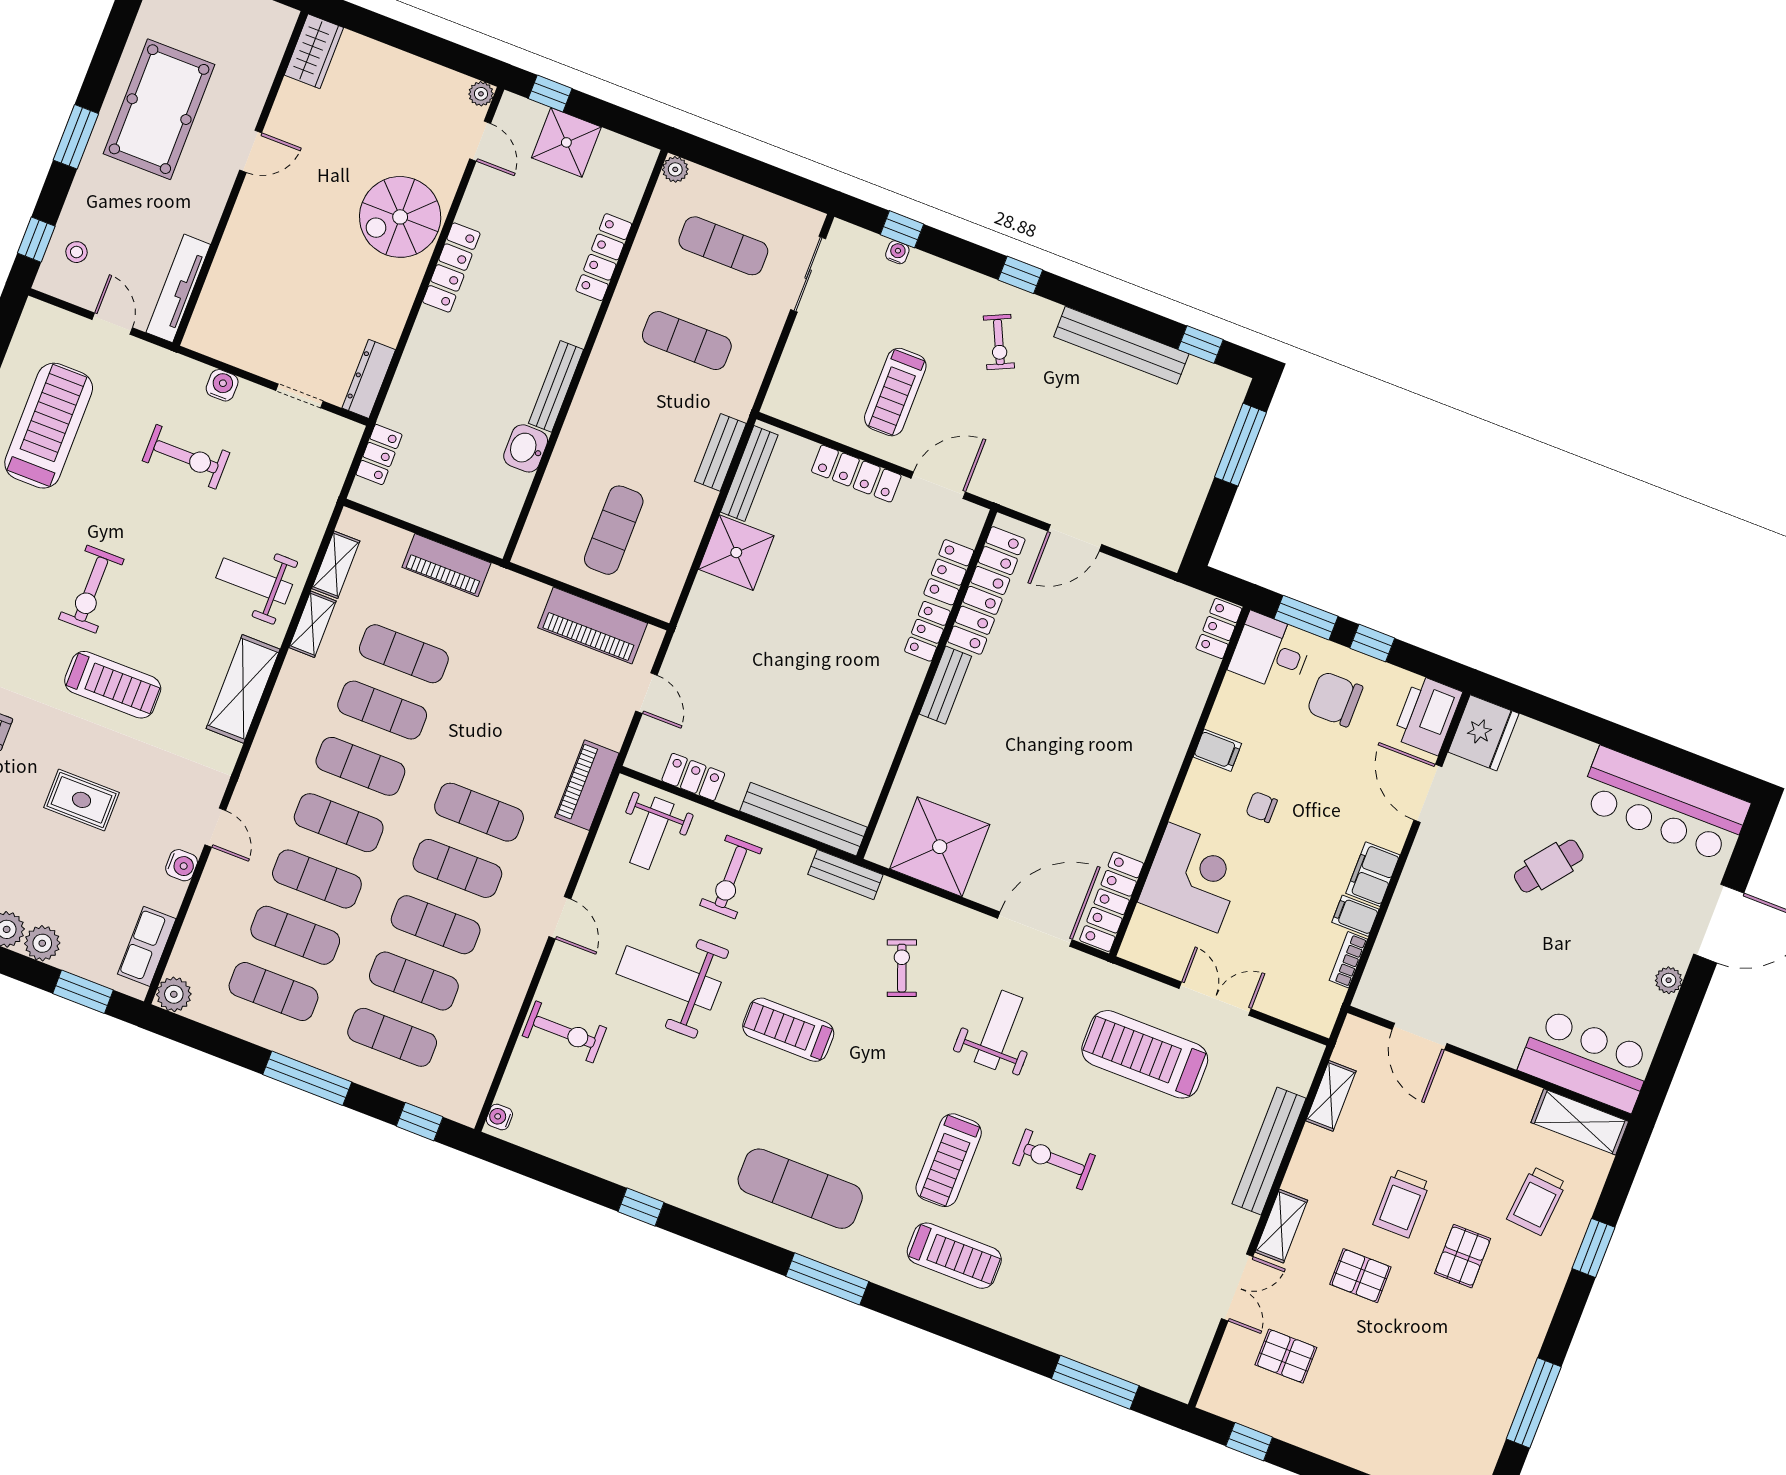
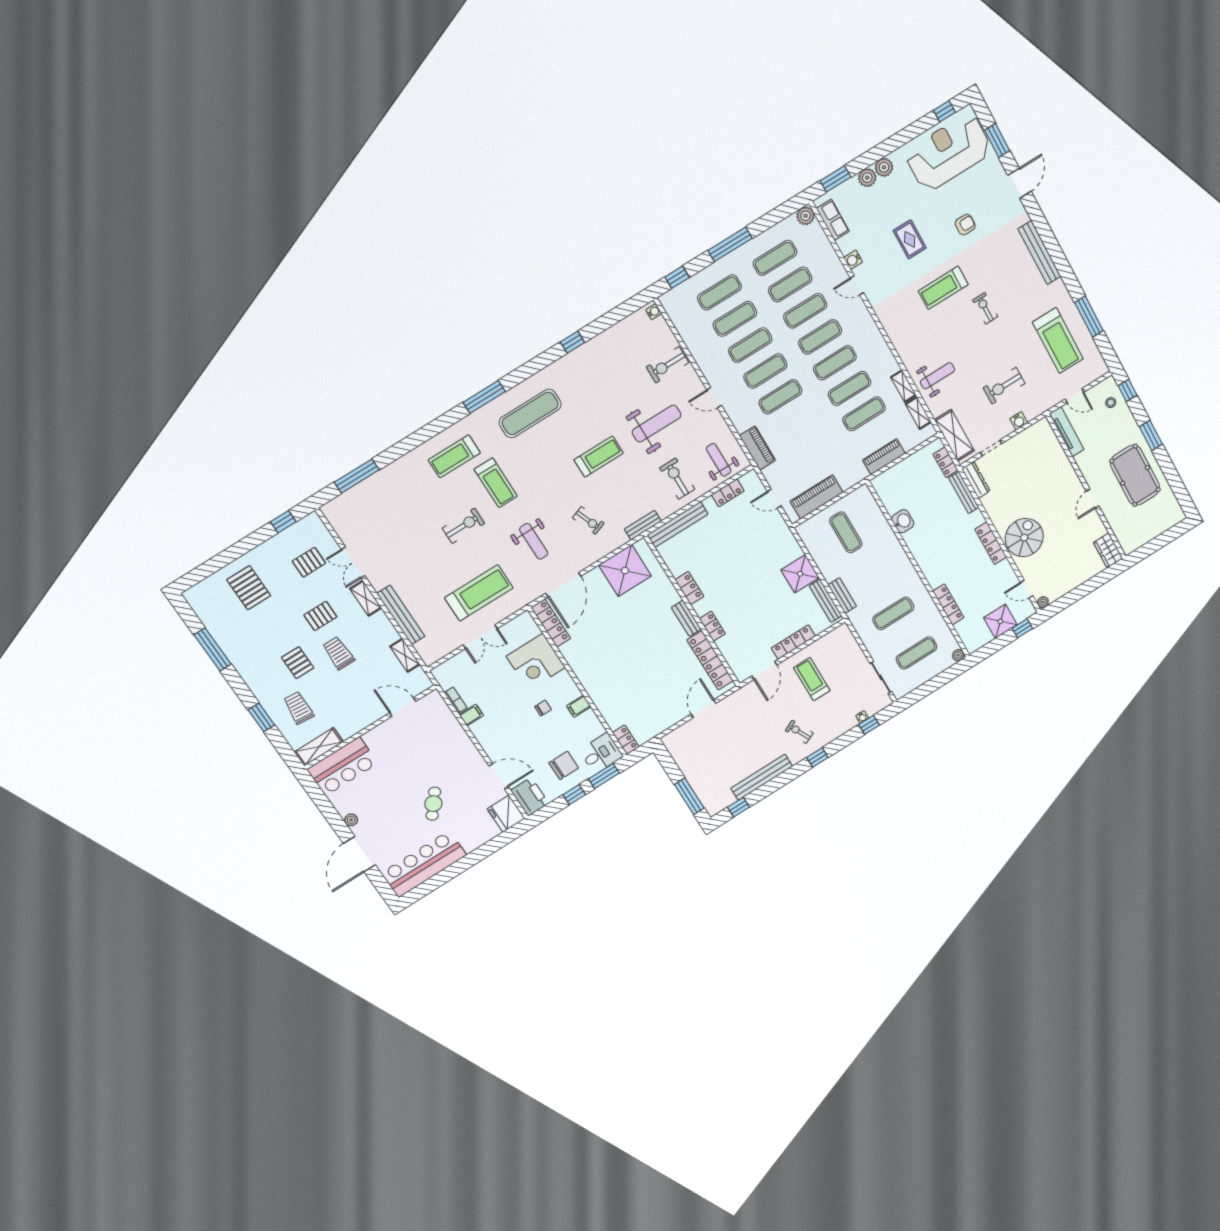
bench: (556, 386) -> (964, 493), moved
locker: (949, 572) -> (689, 588), moved
exercise bike: (91, 589) -> (985, 308), width x0.73, depth x0.72
shelving: (243, 689) -> (954, 435), moved
rug: (82, 800) -> (910, 239), turned 90
filing cabinet: (1373, 874) -> (483, 733), removed
treadmill: (949, 1160) -> (496, 483), turned 180
pallet: (1393, 1419) -> (249, 588), added

